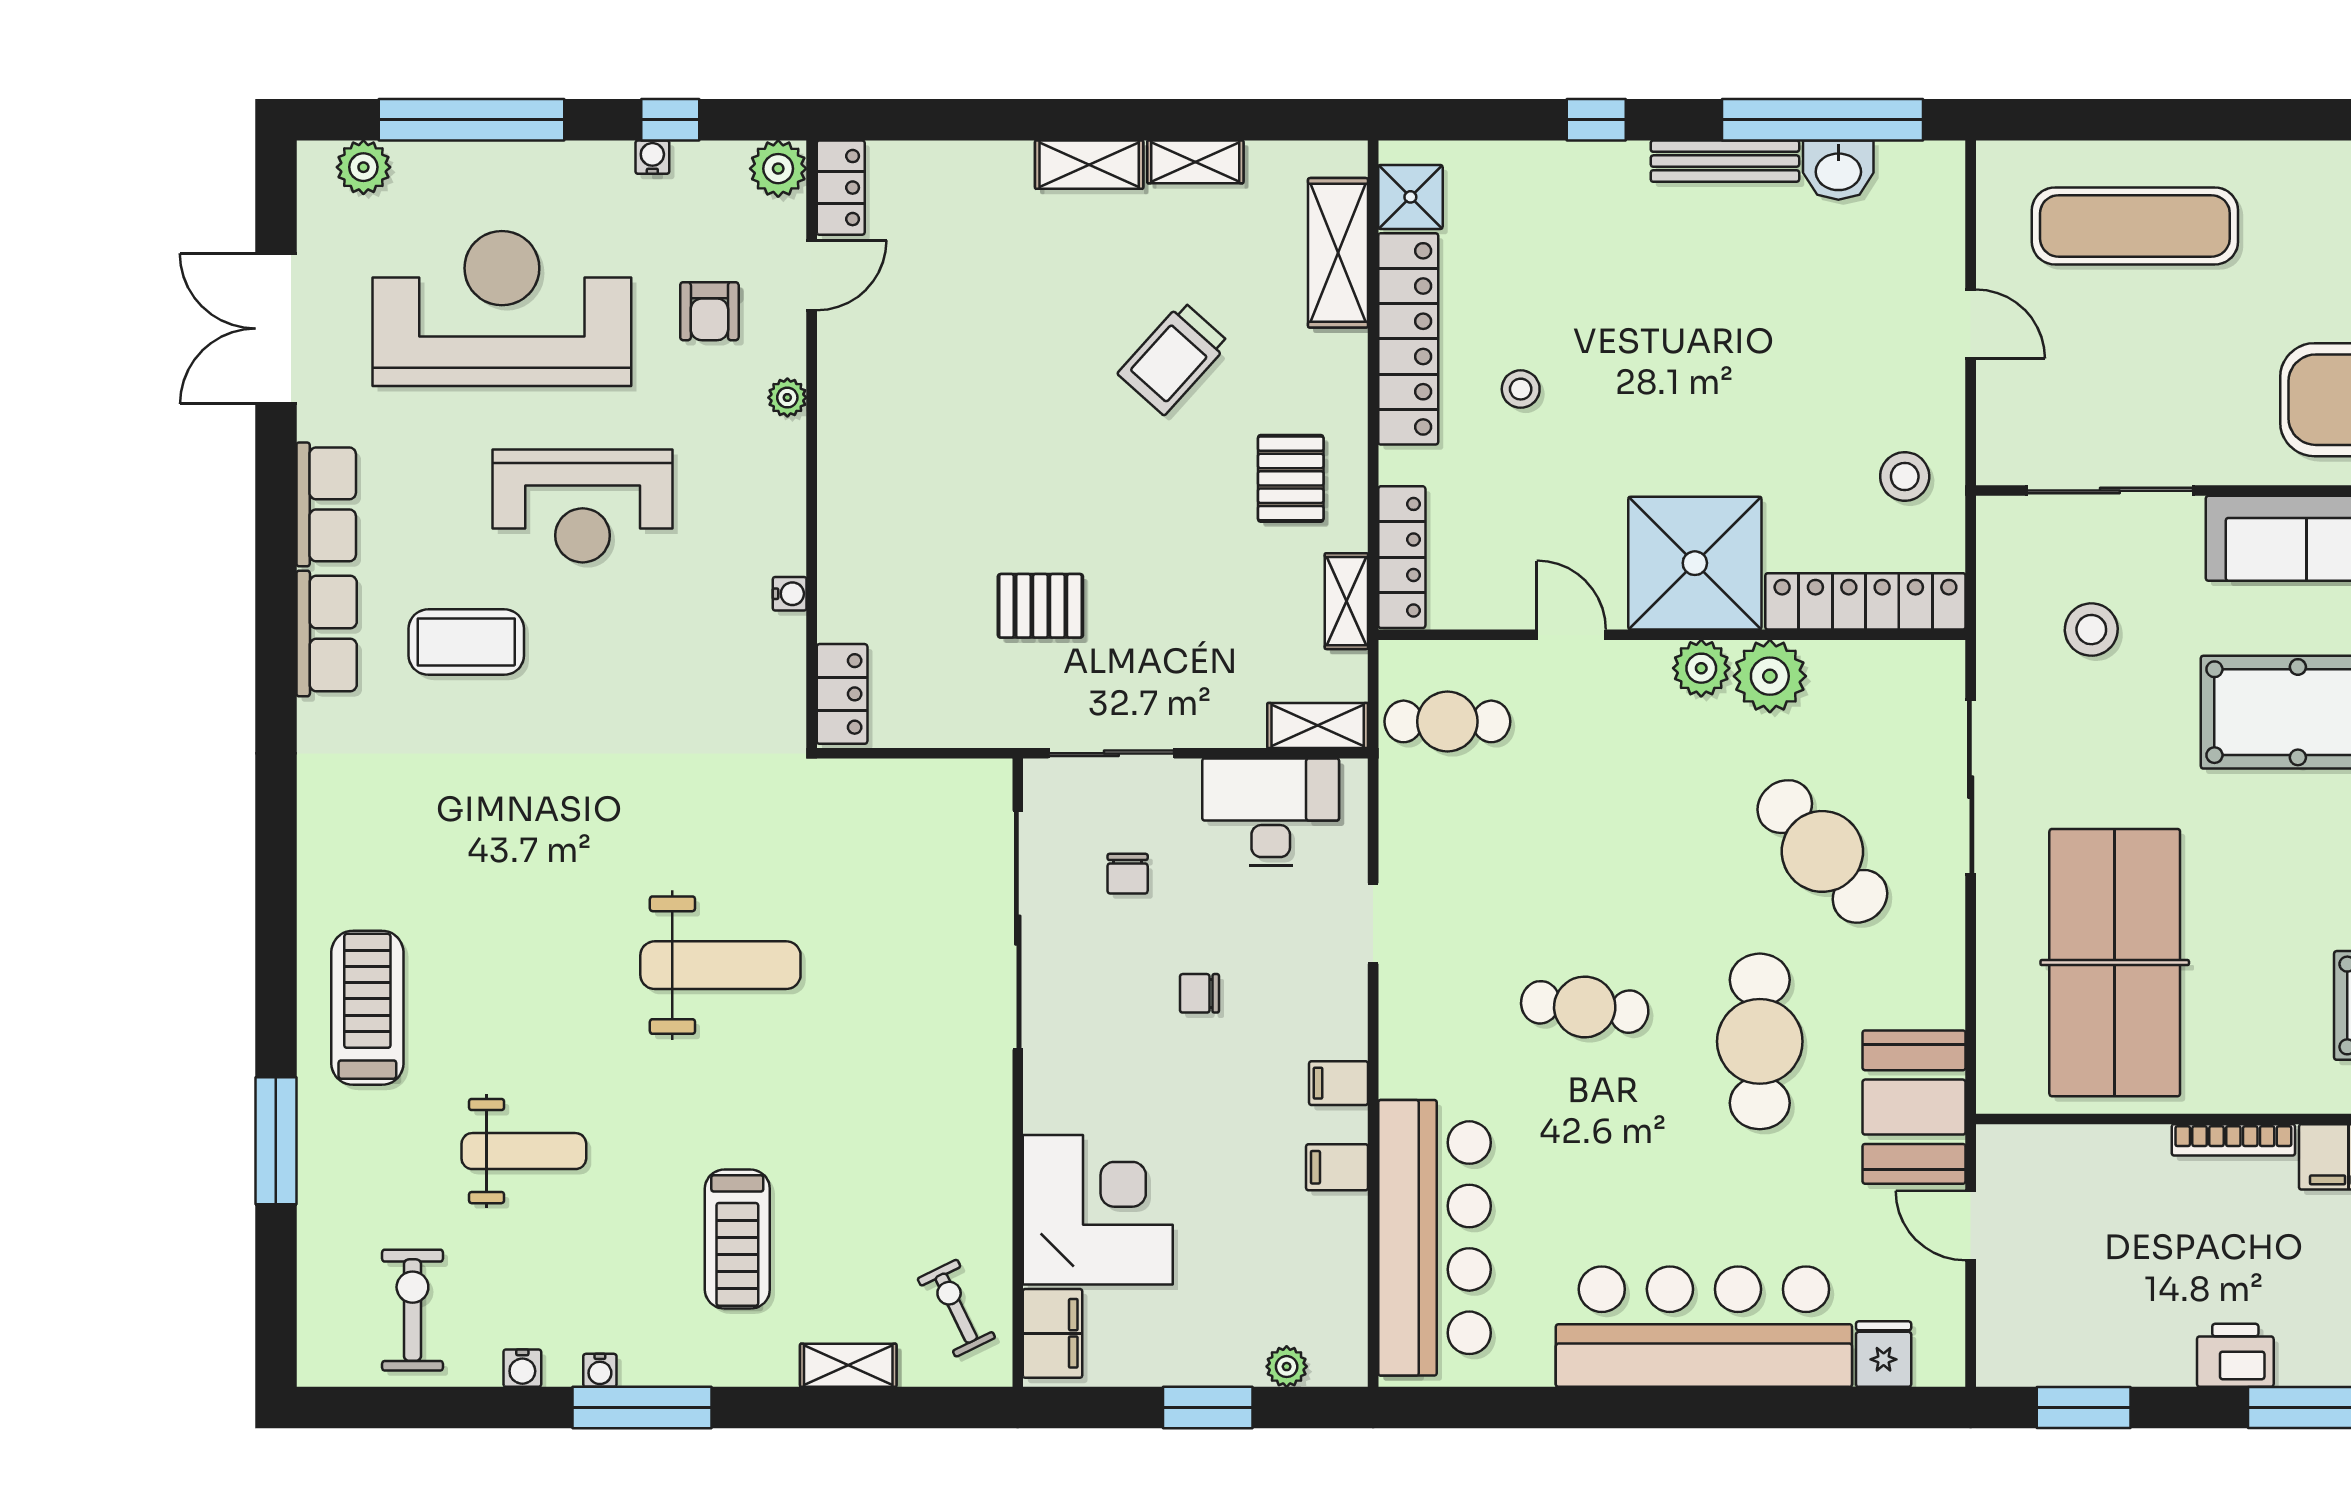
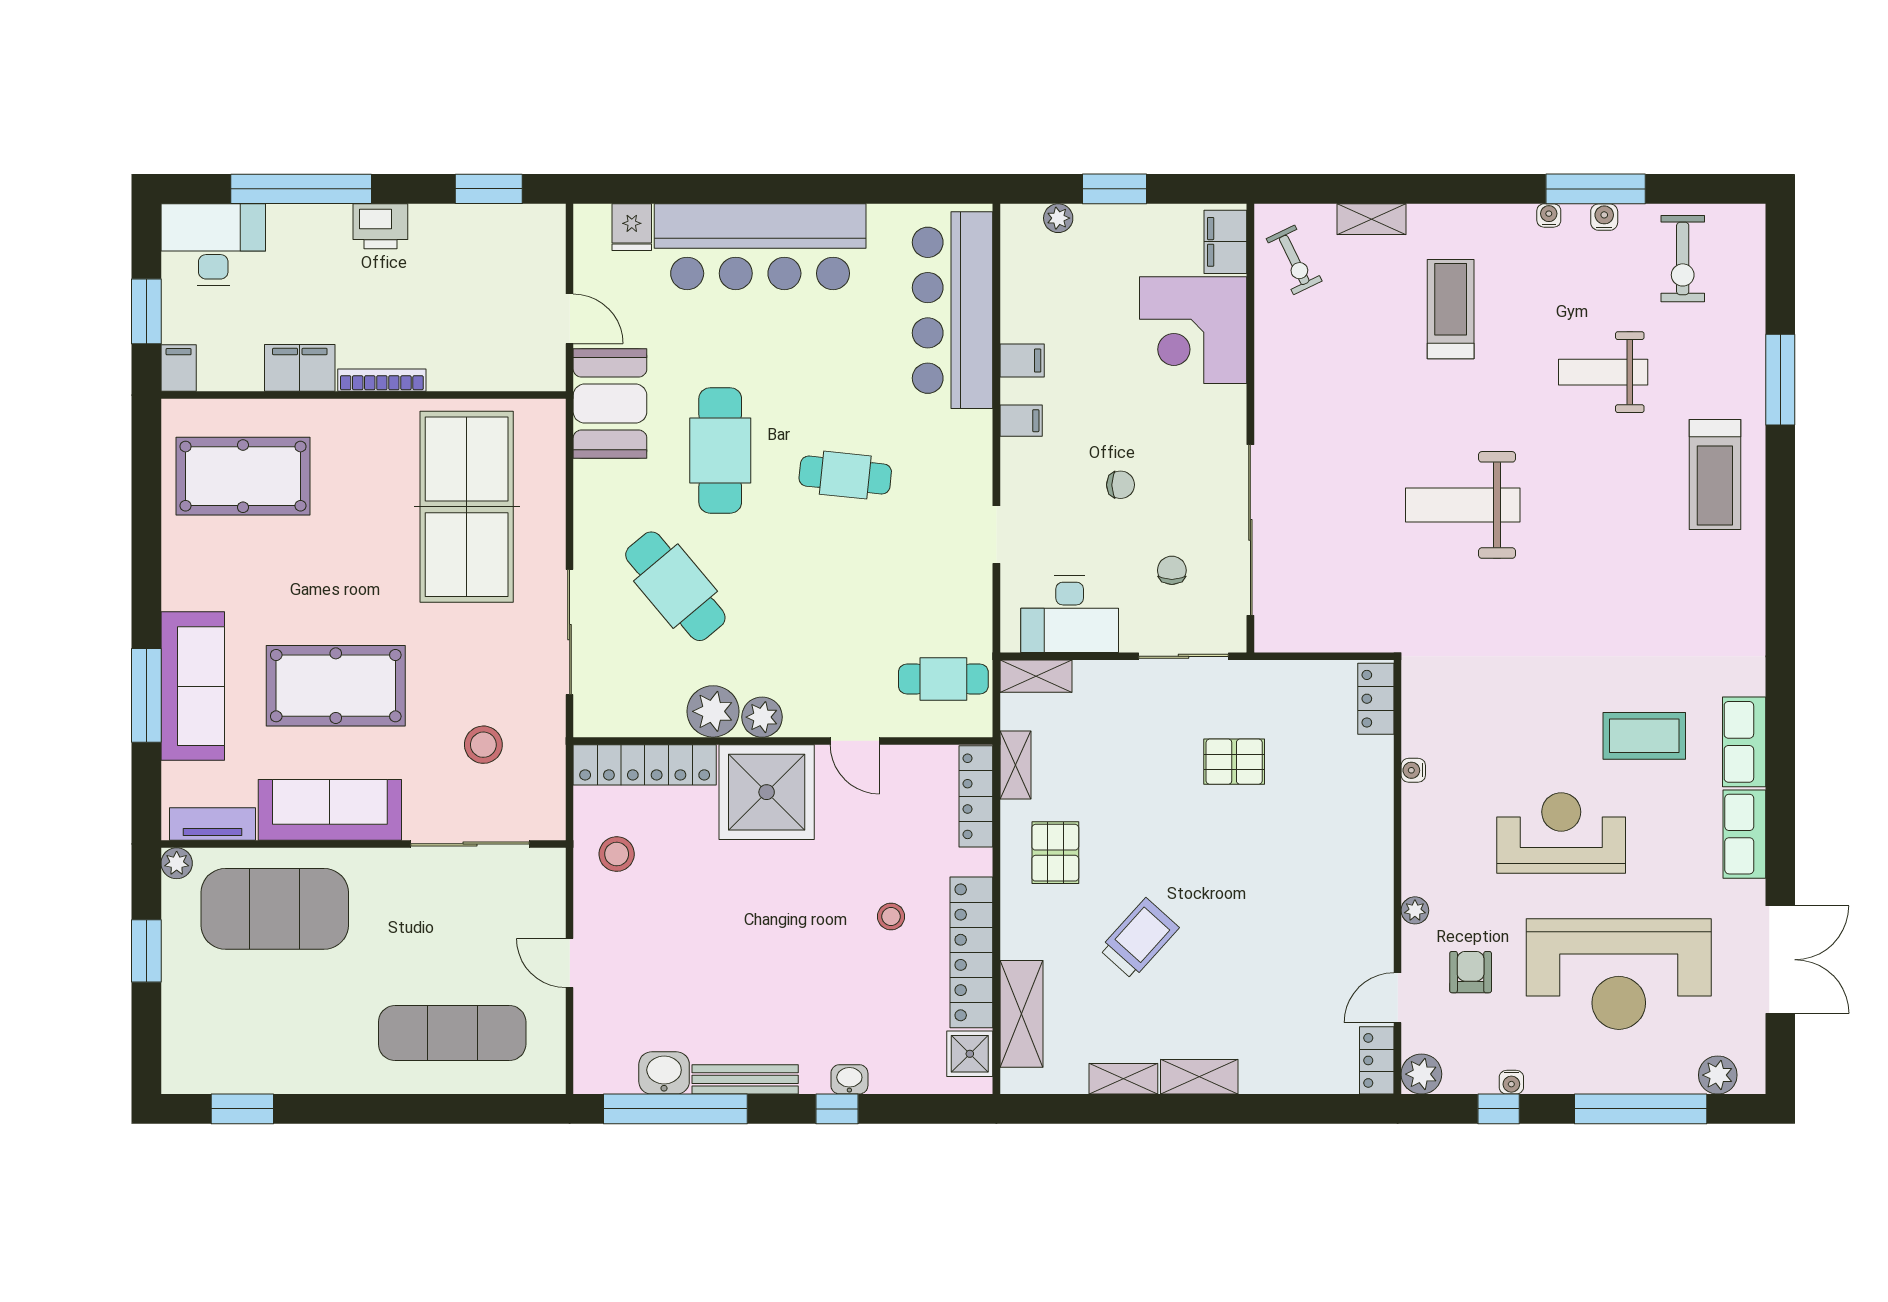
washbasin: (1579, 161) -> (849, 1079), added
window: (642, 1407) -> (1596, 189), moved

